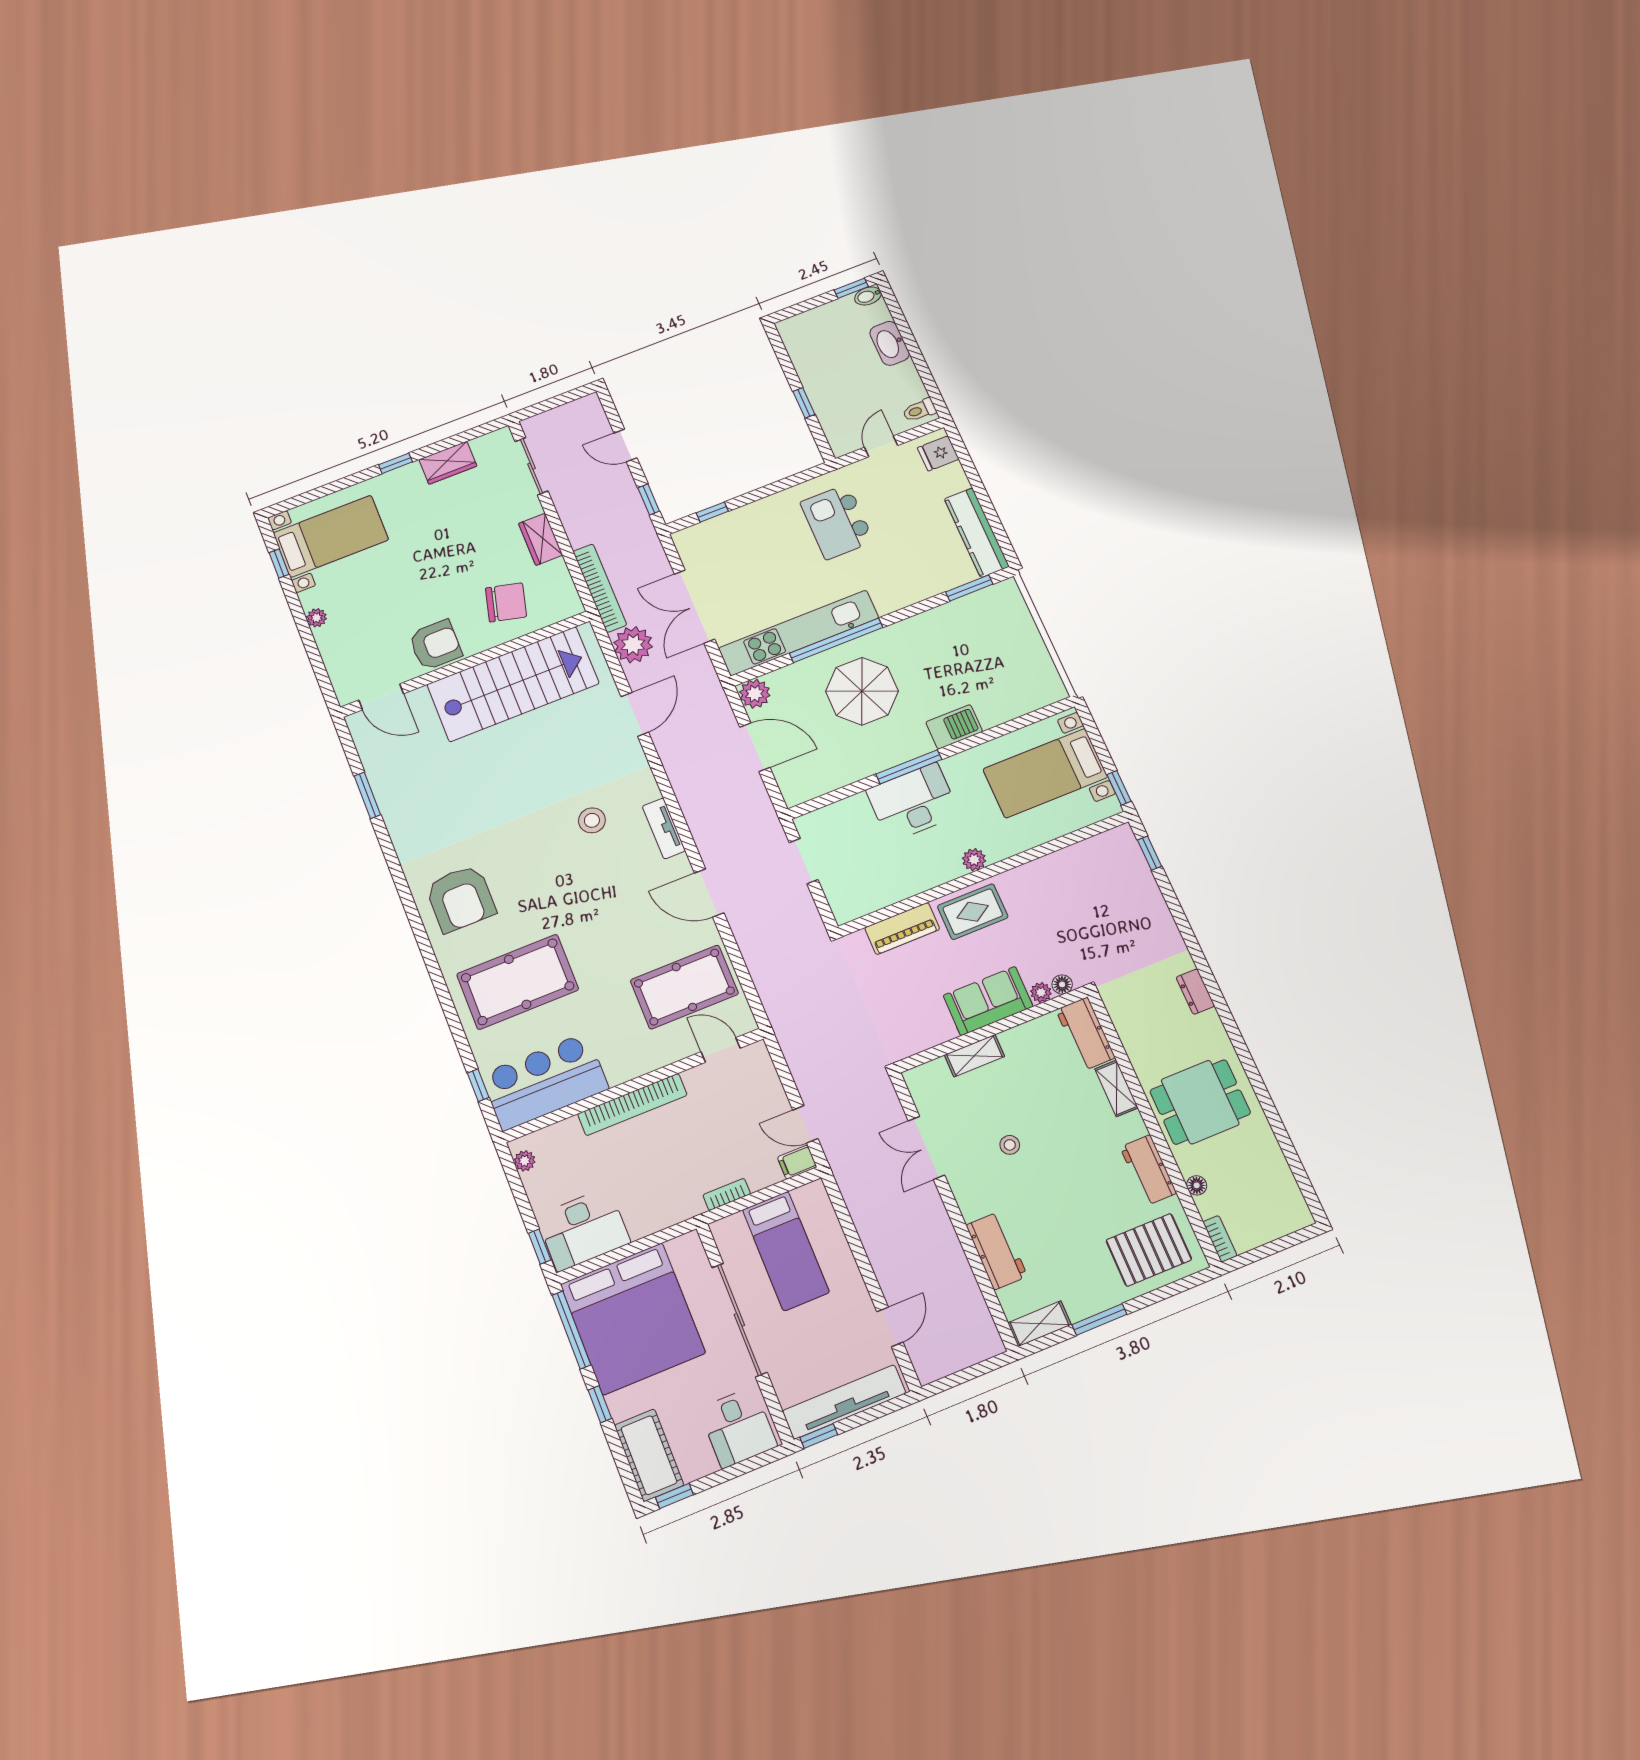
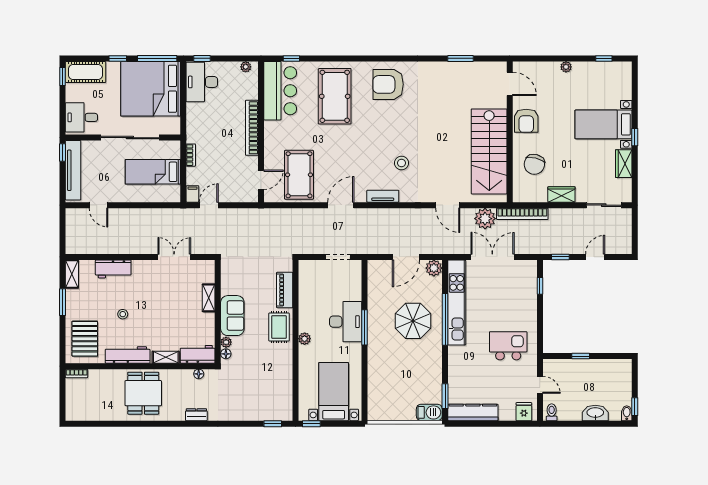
bed with nightstands: (331, 536) -> (603, 124), moved, turned 90
door: (381, 697) -> (510, 84), swing flipped
barbecue: (954, 727) -> (429, 412), moved, turned -90
stool: (1010, 1145) -> (123, 314), moved
workbench: (1148, 1170) -> (128, 355), width x1.37
floor lamp: (1197, 1185) -> (199, 374), moved

